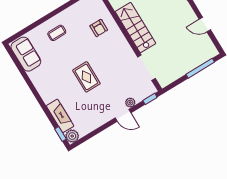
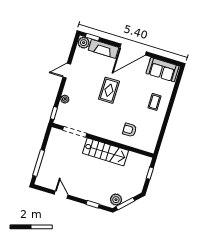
door: (205, 25) -> (61, 195), hinge flipped
rug: (86, 77) -> (109, 90), turned 90
door: (36, 93) -> (133, 50), added
door: (123, 115) -> (67, 71), moved

